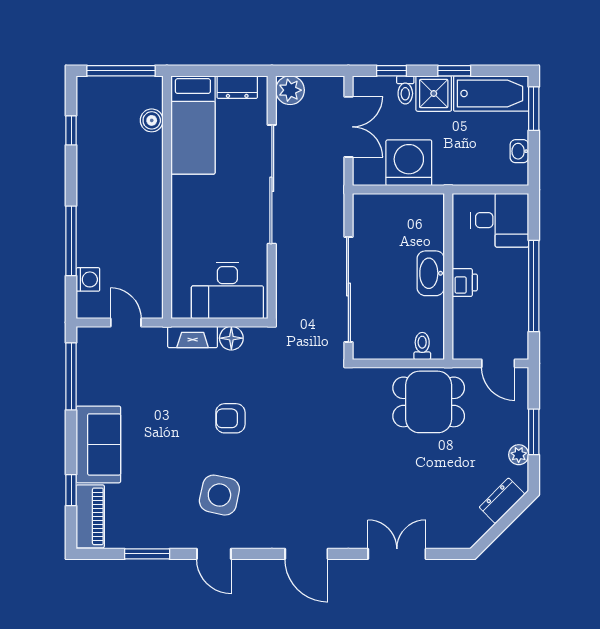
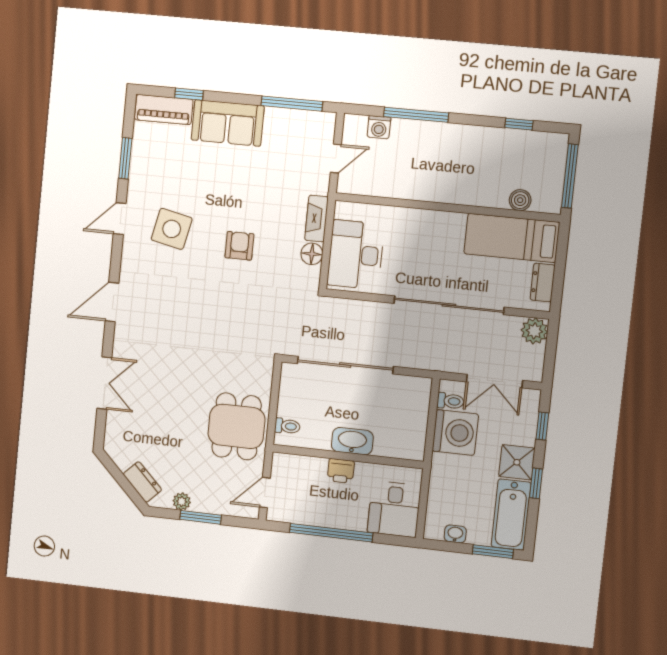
toilet: (405, 90) -> (450, 401), moved, turned 180

